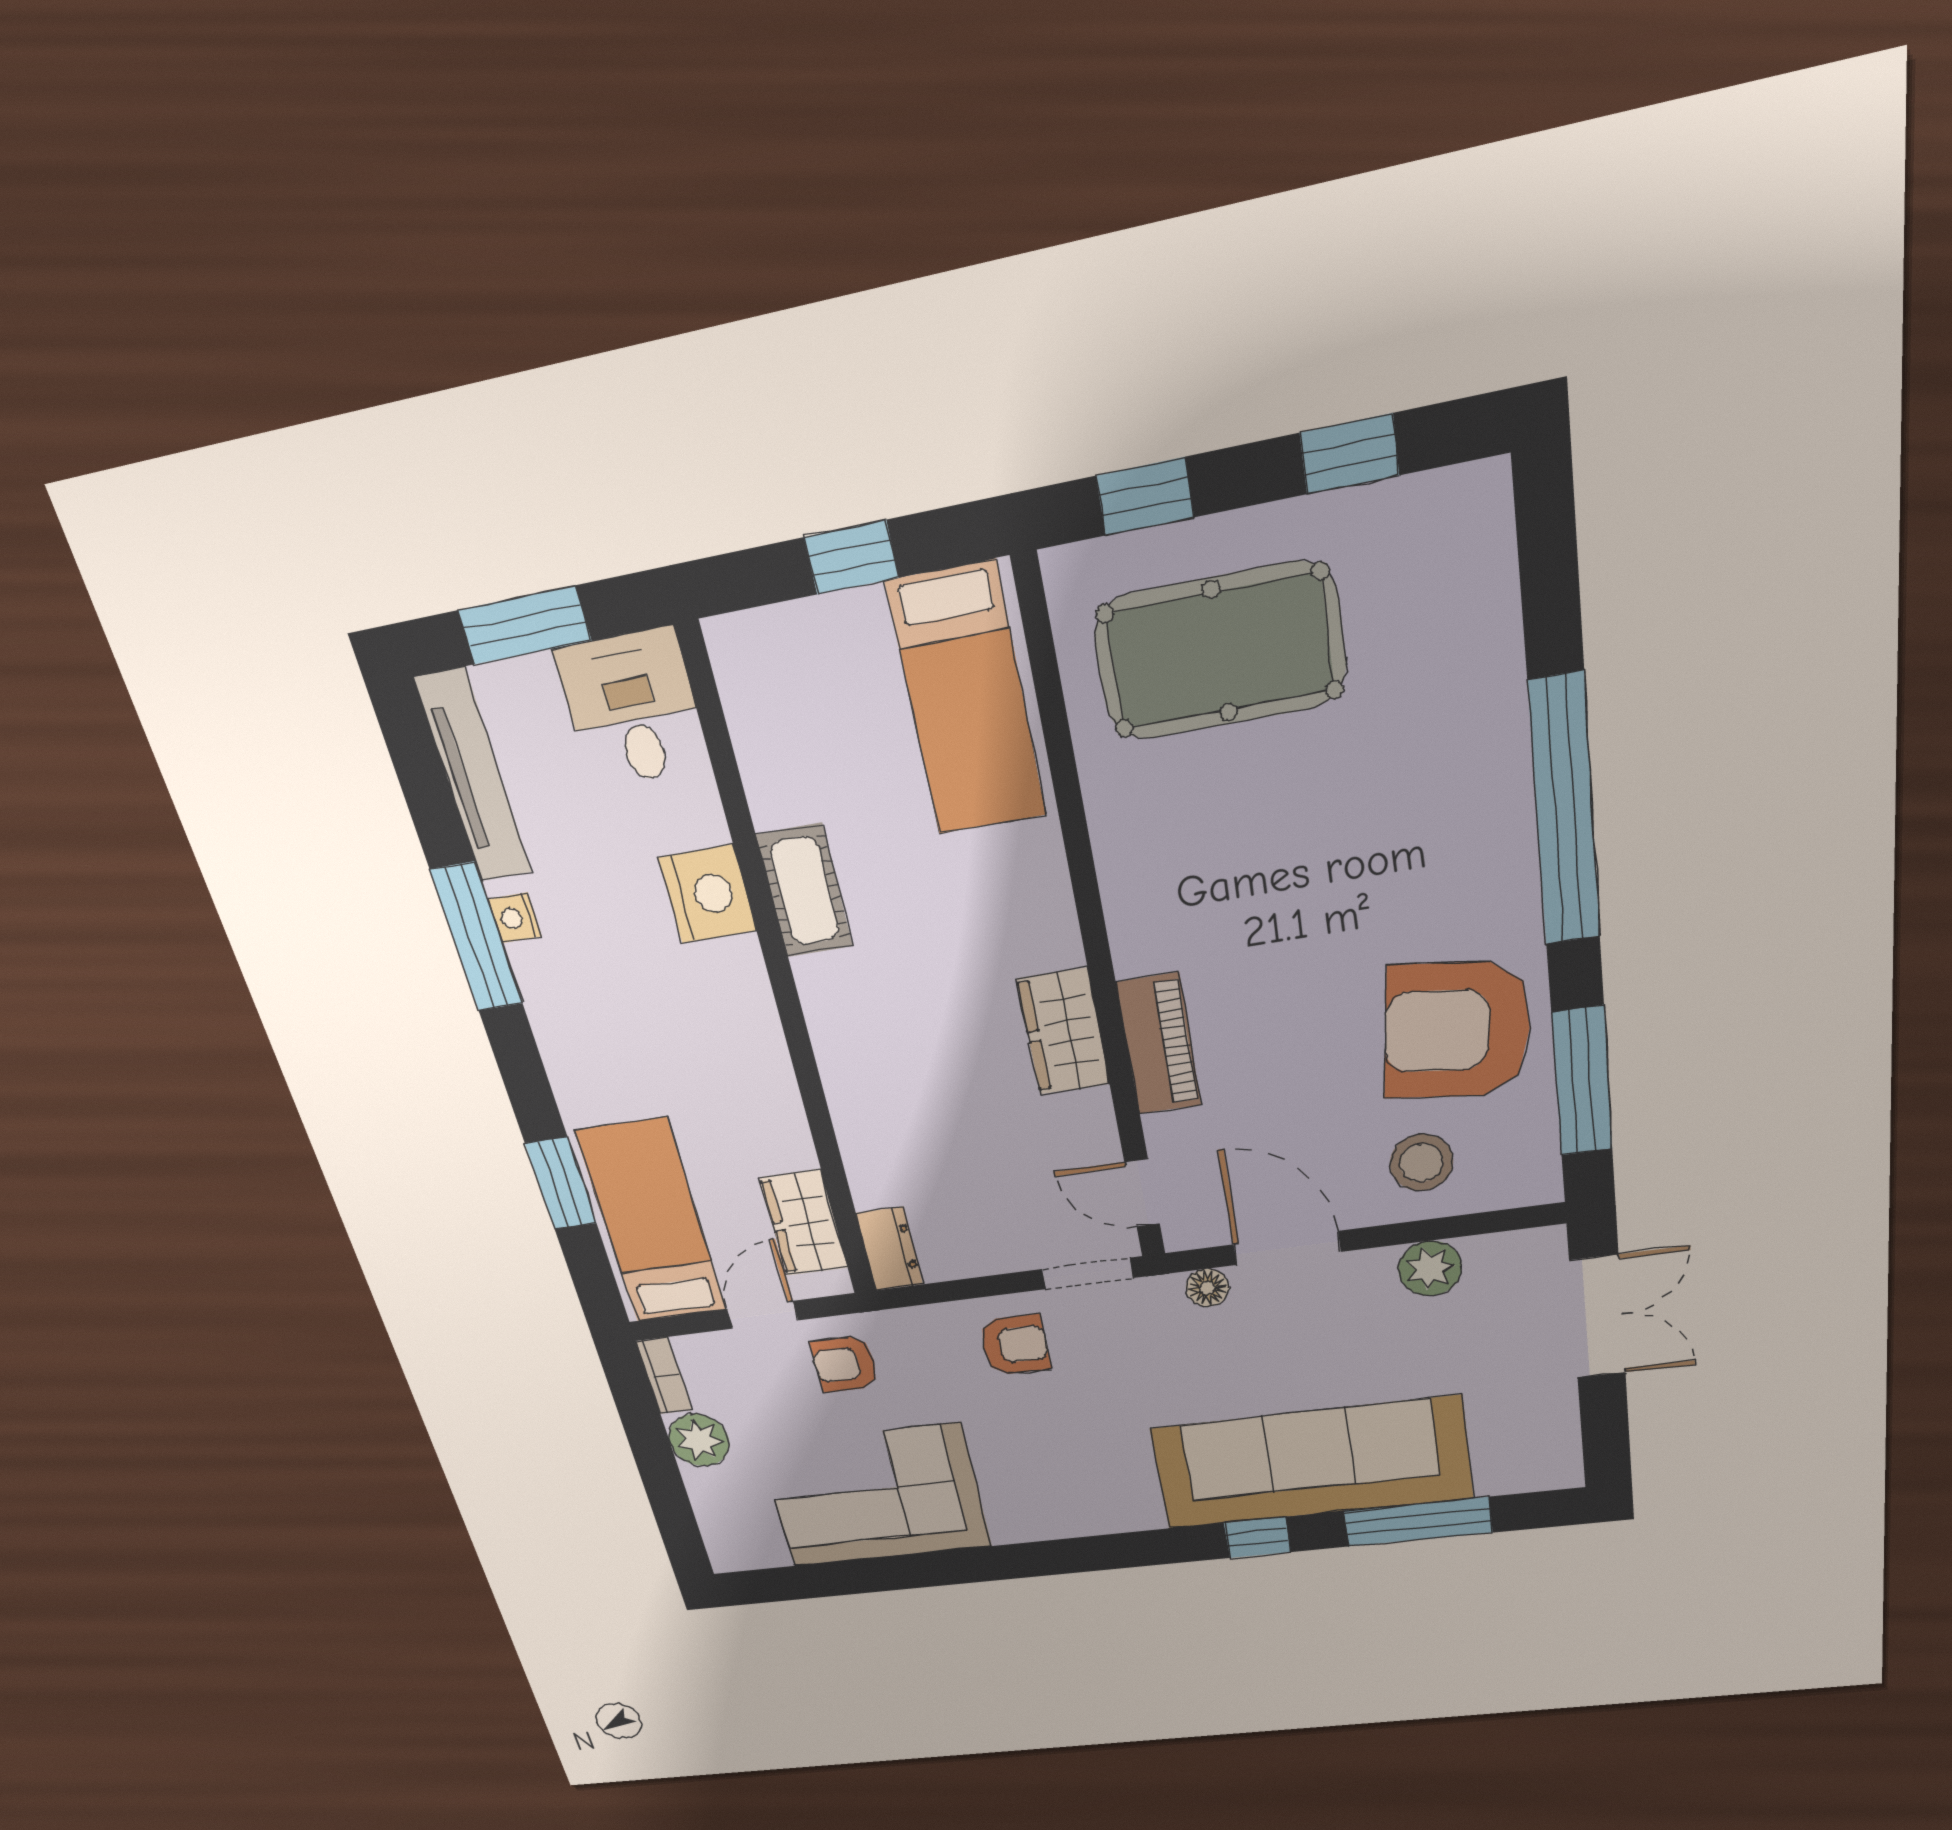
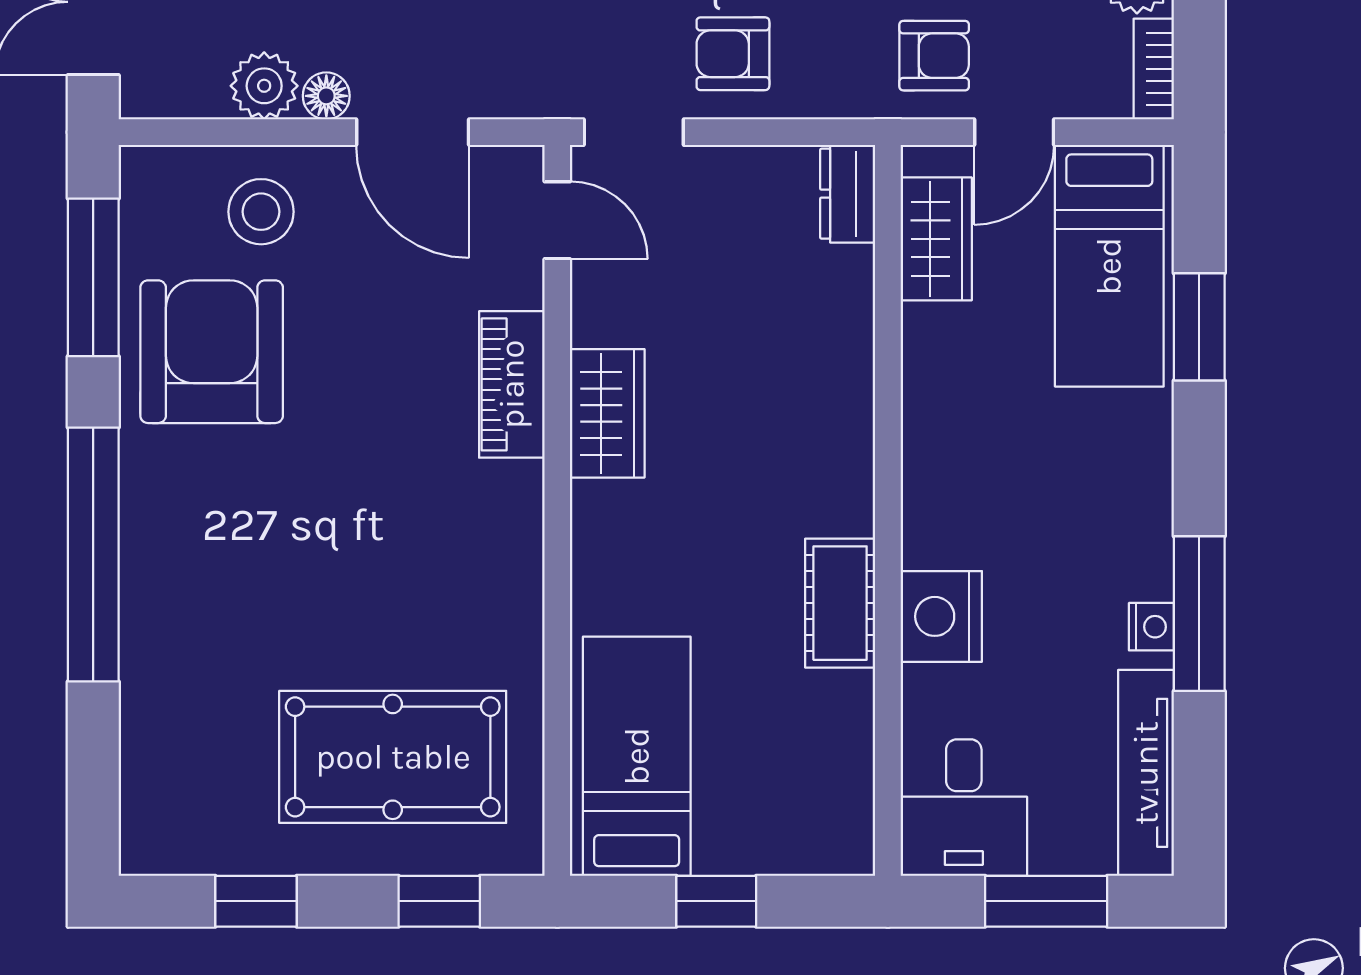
armchair: (1457, 1030) -> (212, 352), turned -97
floor lamp: (1207, 1288) -> (326, 96), moved

